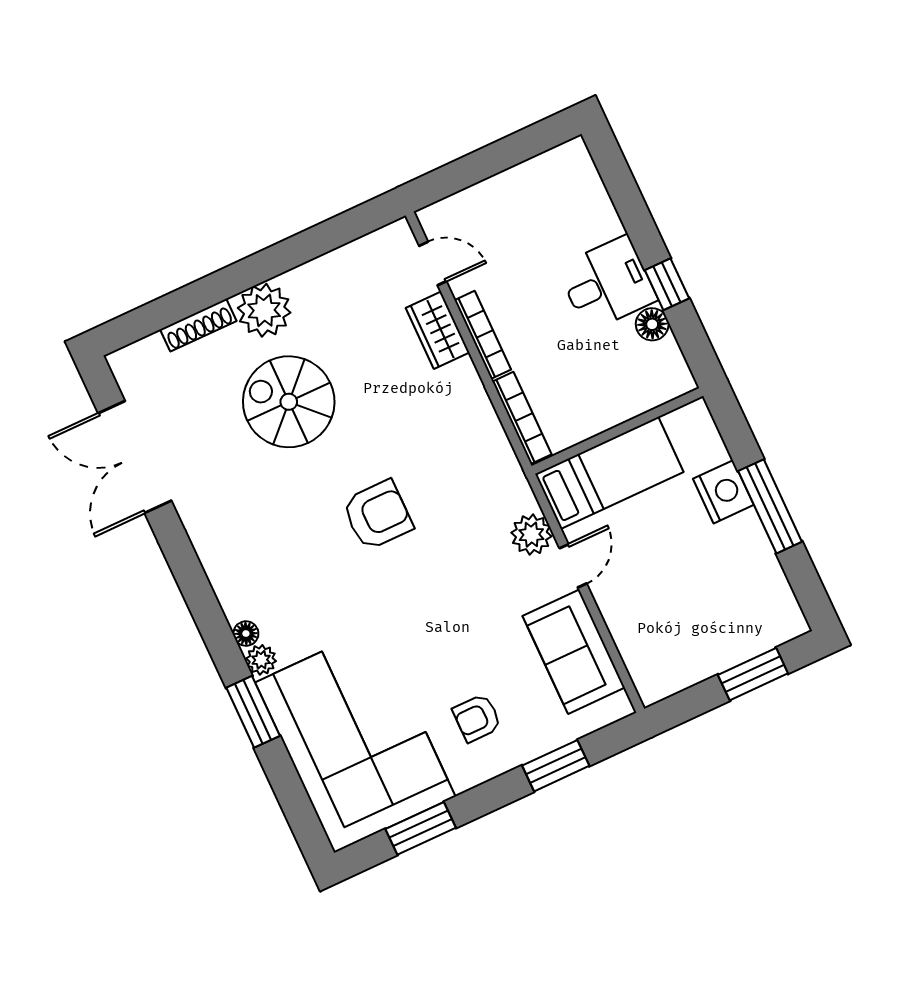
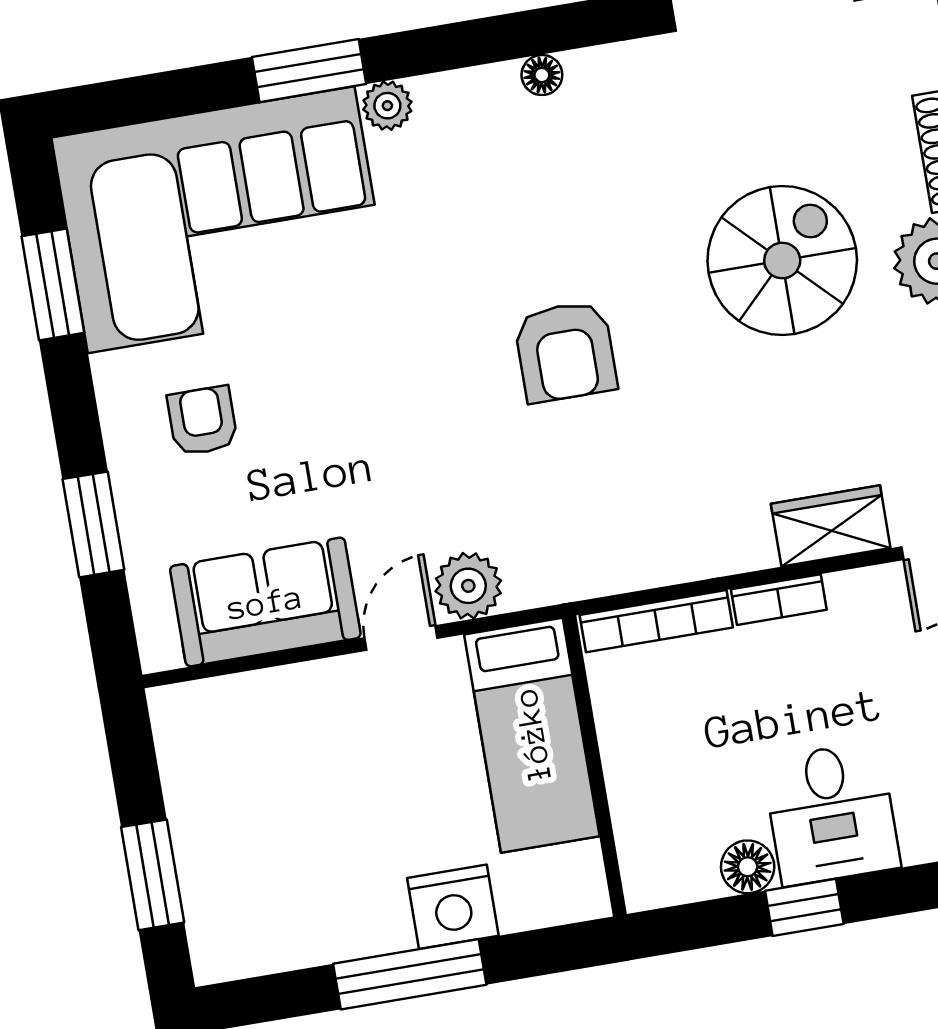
bookcase: (483, 335) -> (779, 600), width x0.64
door: (573, 566) -> (401, 638), swing flipped
floor lamp: (246, 634) -> (542, 75), moved

